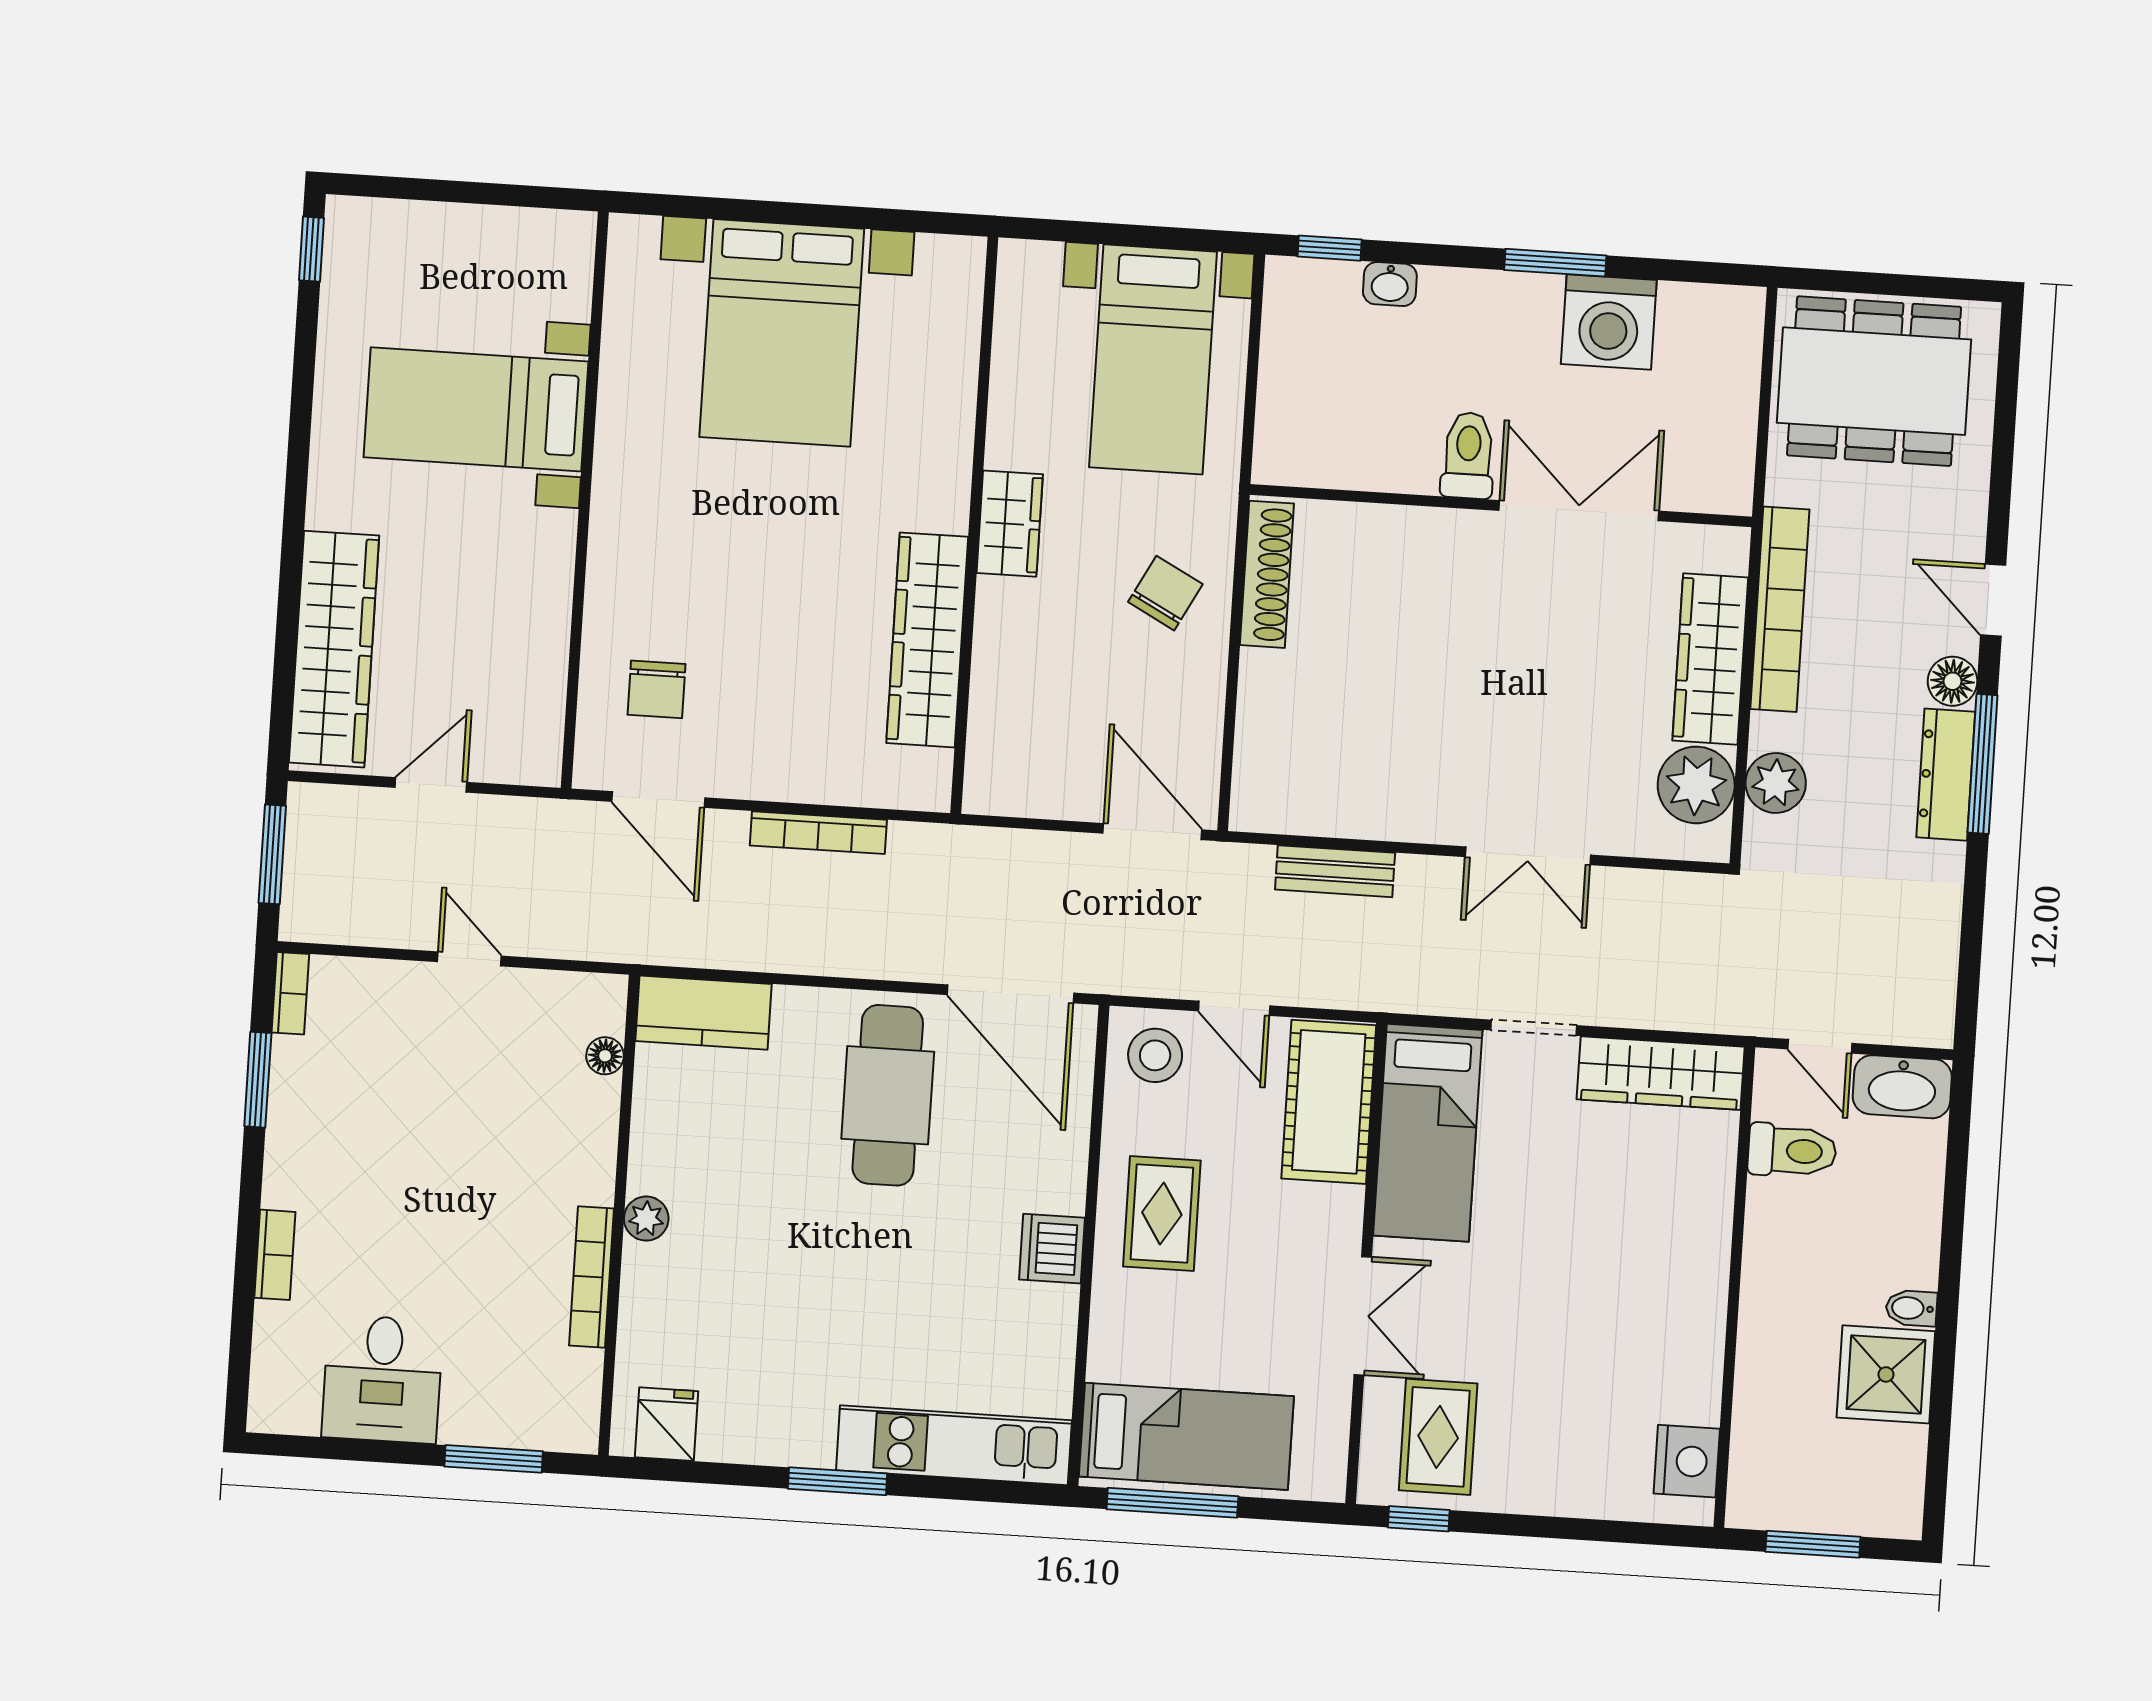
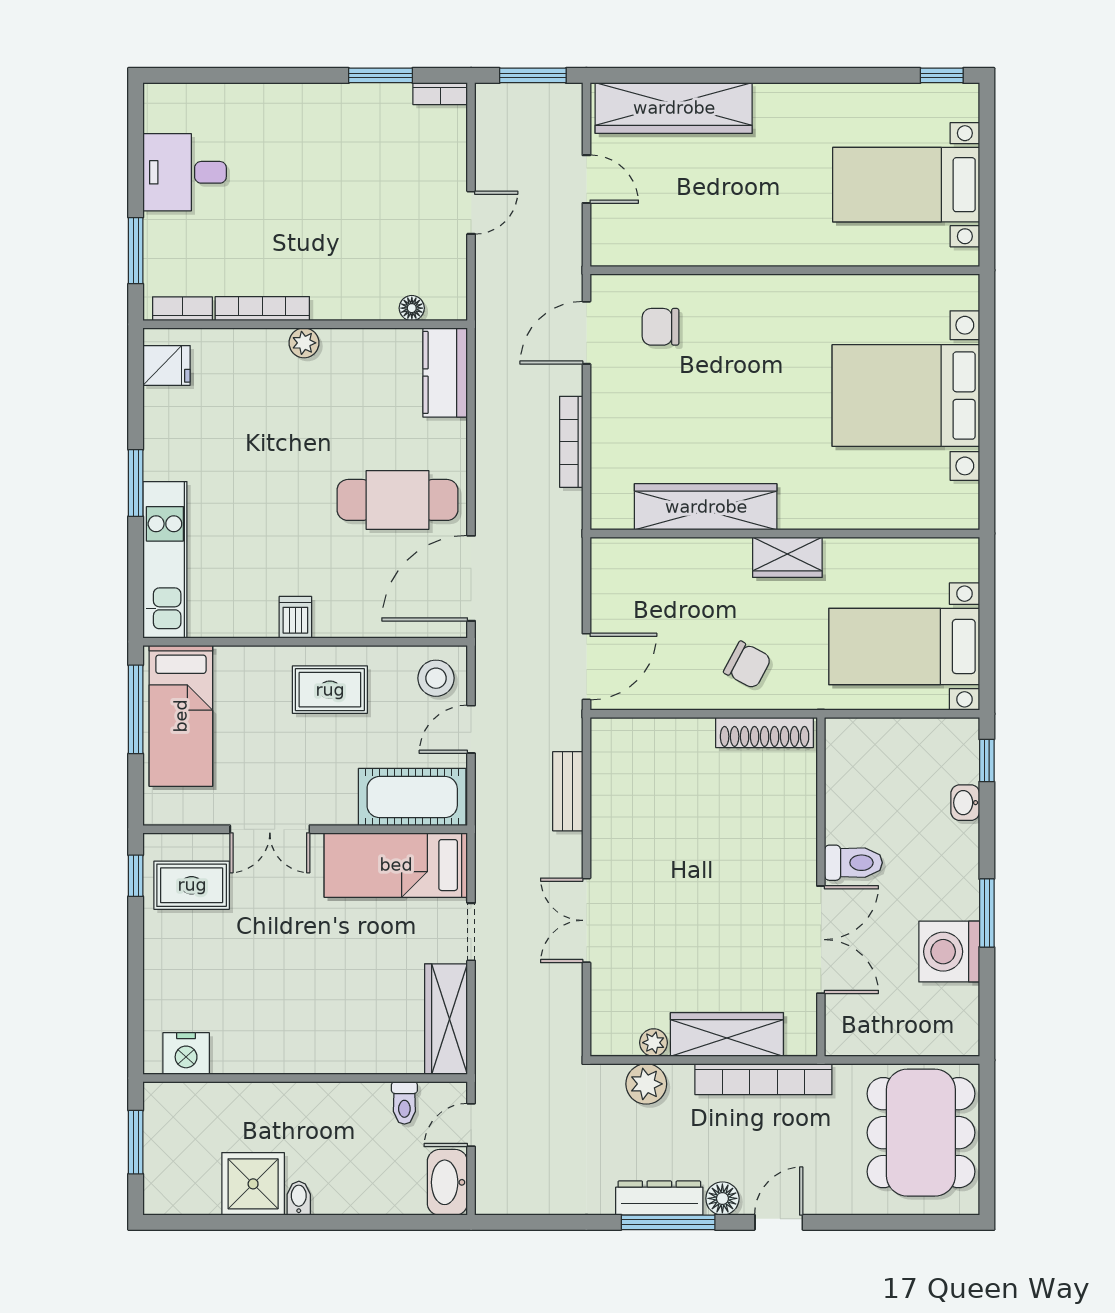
bed with nightstands: (476, 409) -> (906, 185), moved, turned -90
plant: (1696, 785) -> (654, 1043), width x0.53, depth x0.53
toilet: (1792, 1151) -> (404, 1103), width x0.73, depth x0.72
dishwasher: (1052, 1249) -> (295, 617), width x0.73
bookcase: (275, 1255) -> (182, 309), moved, turned 180

